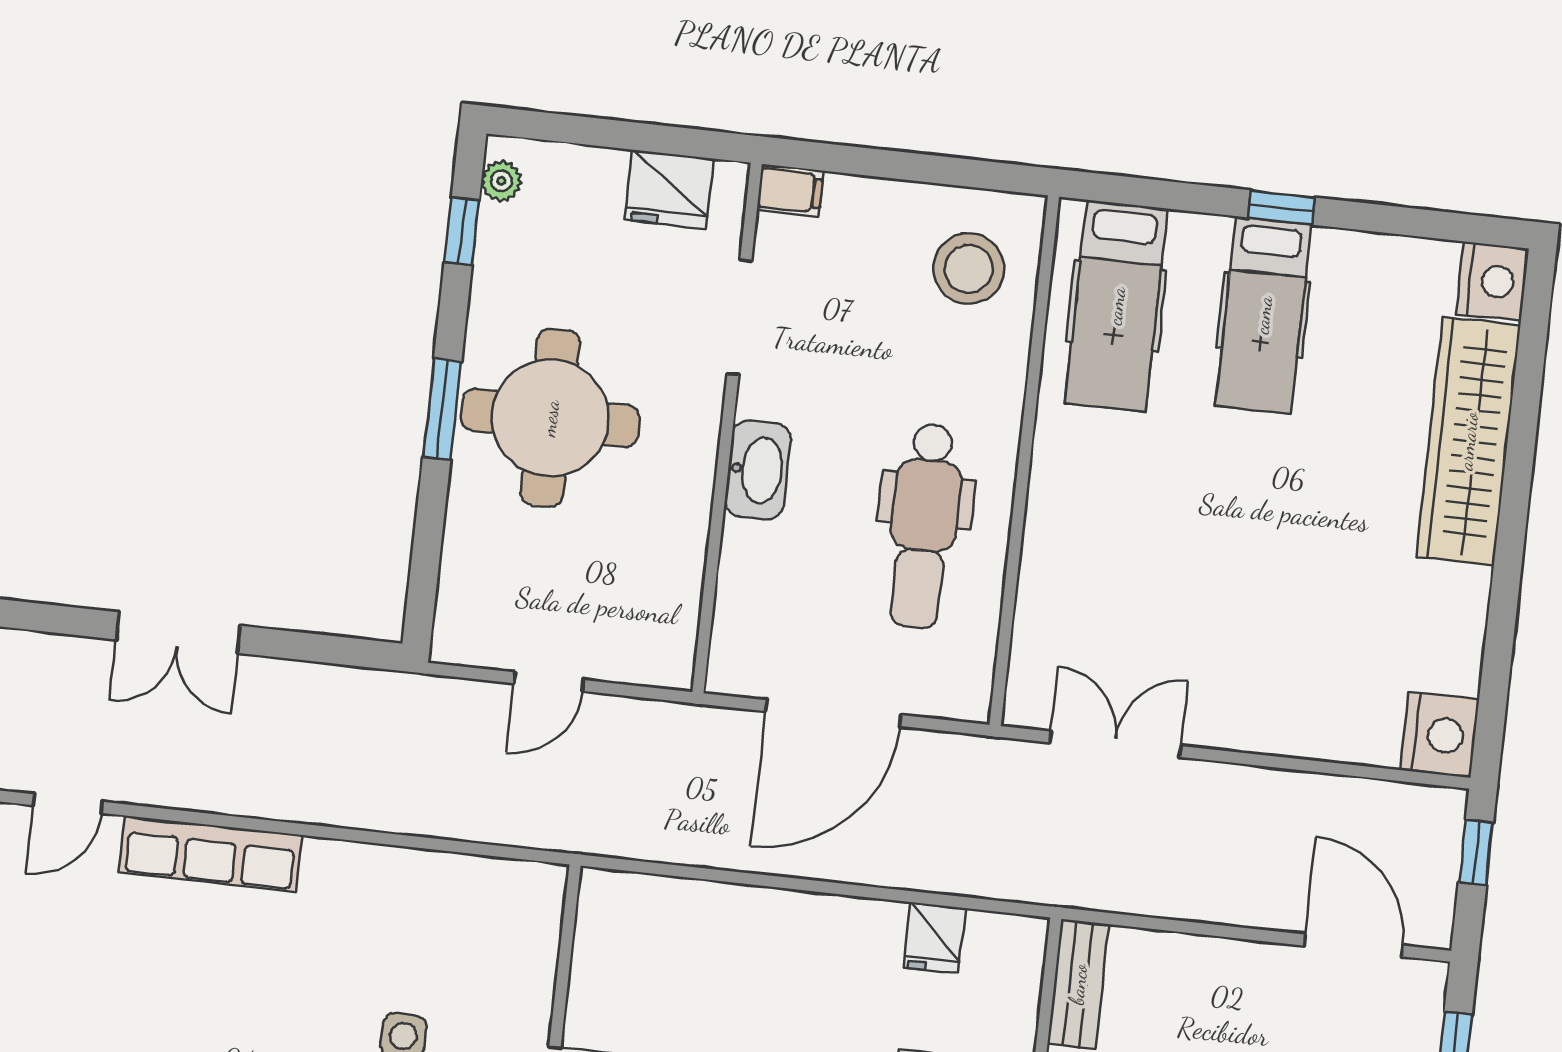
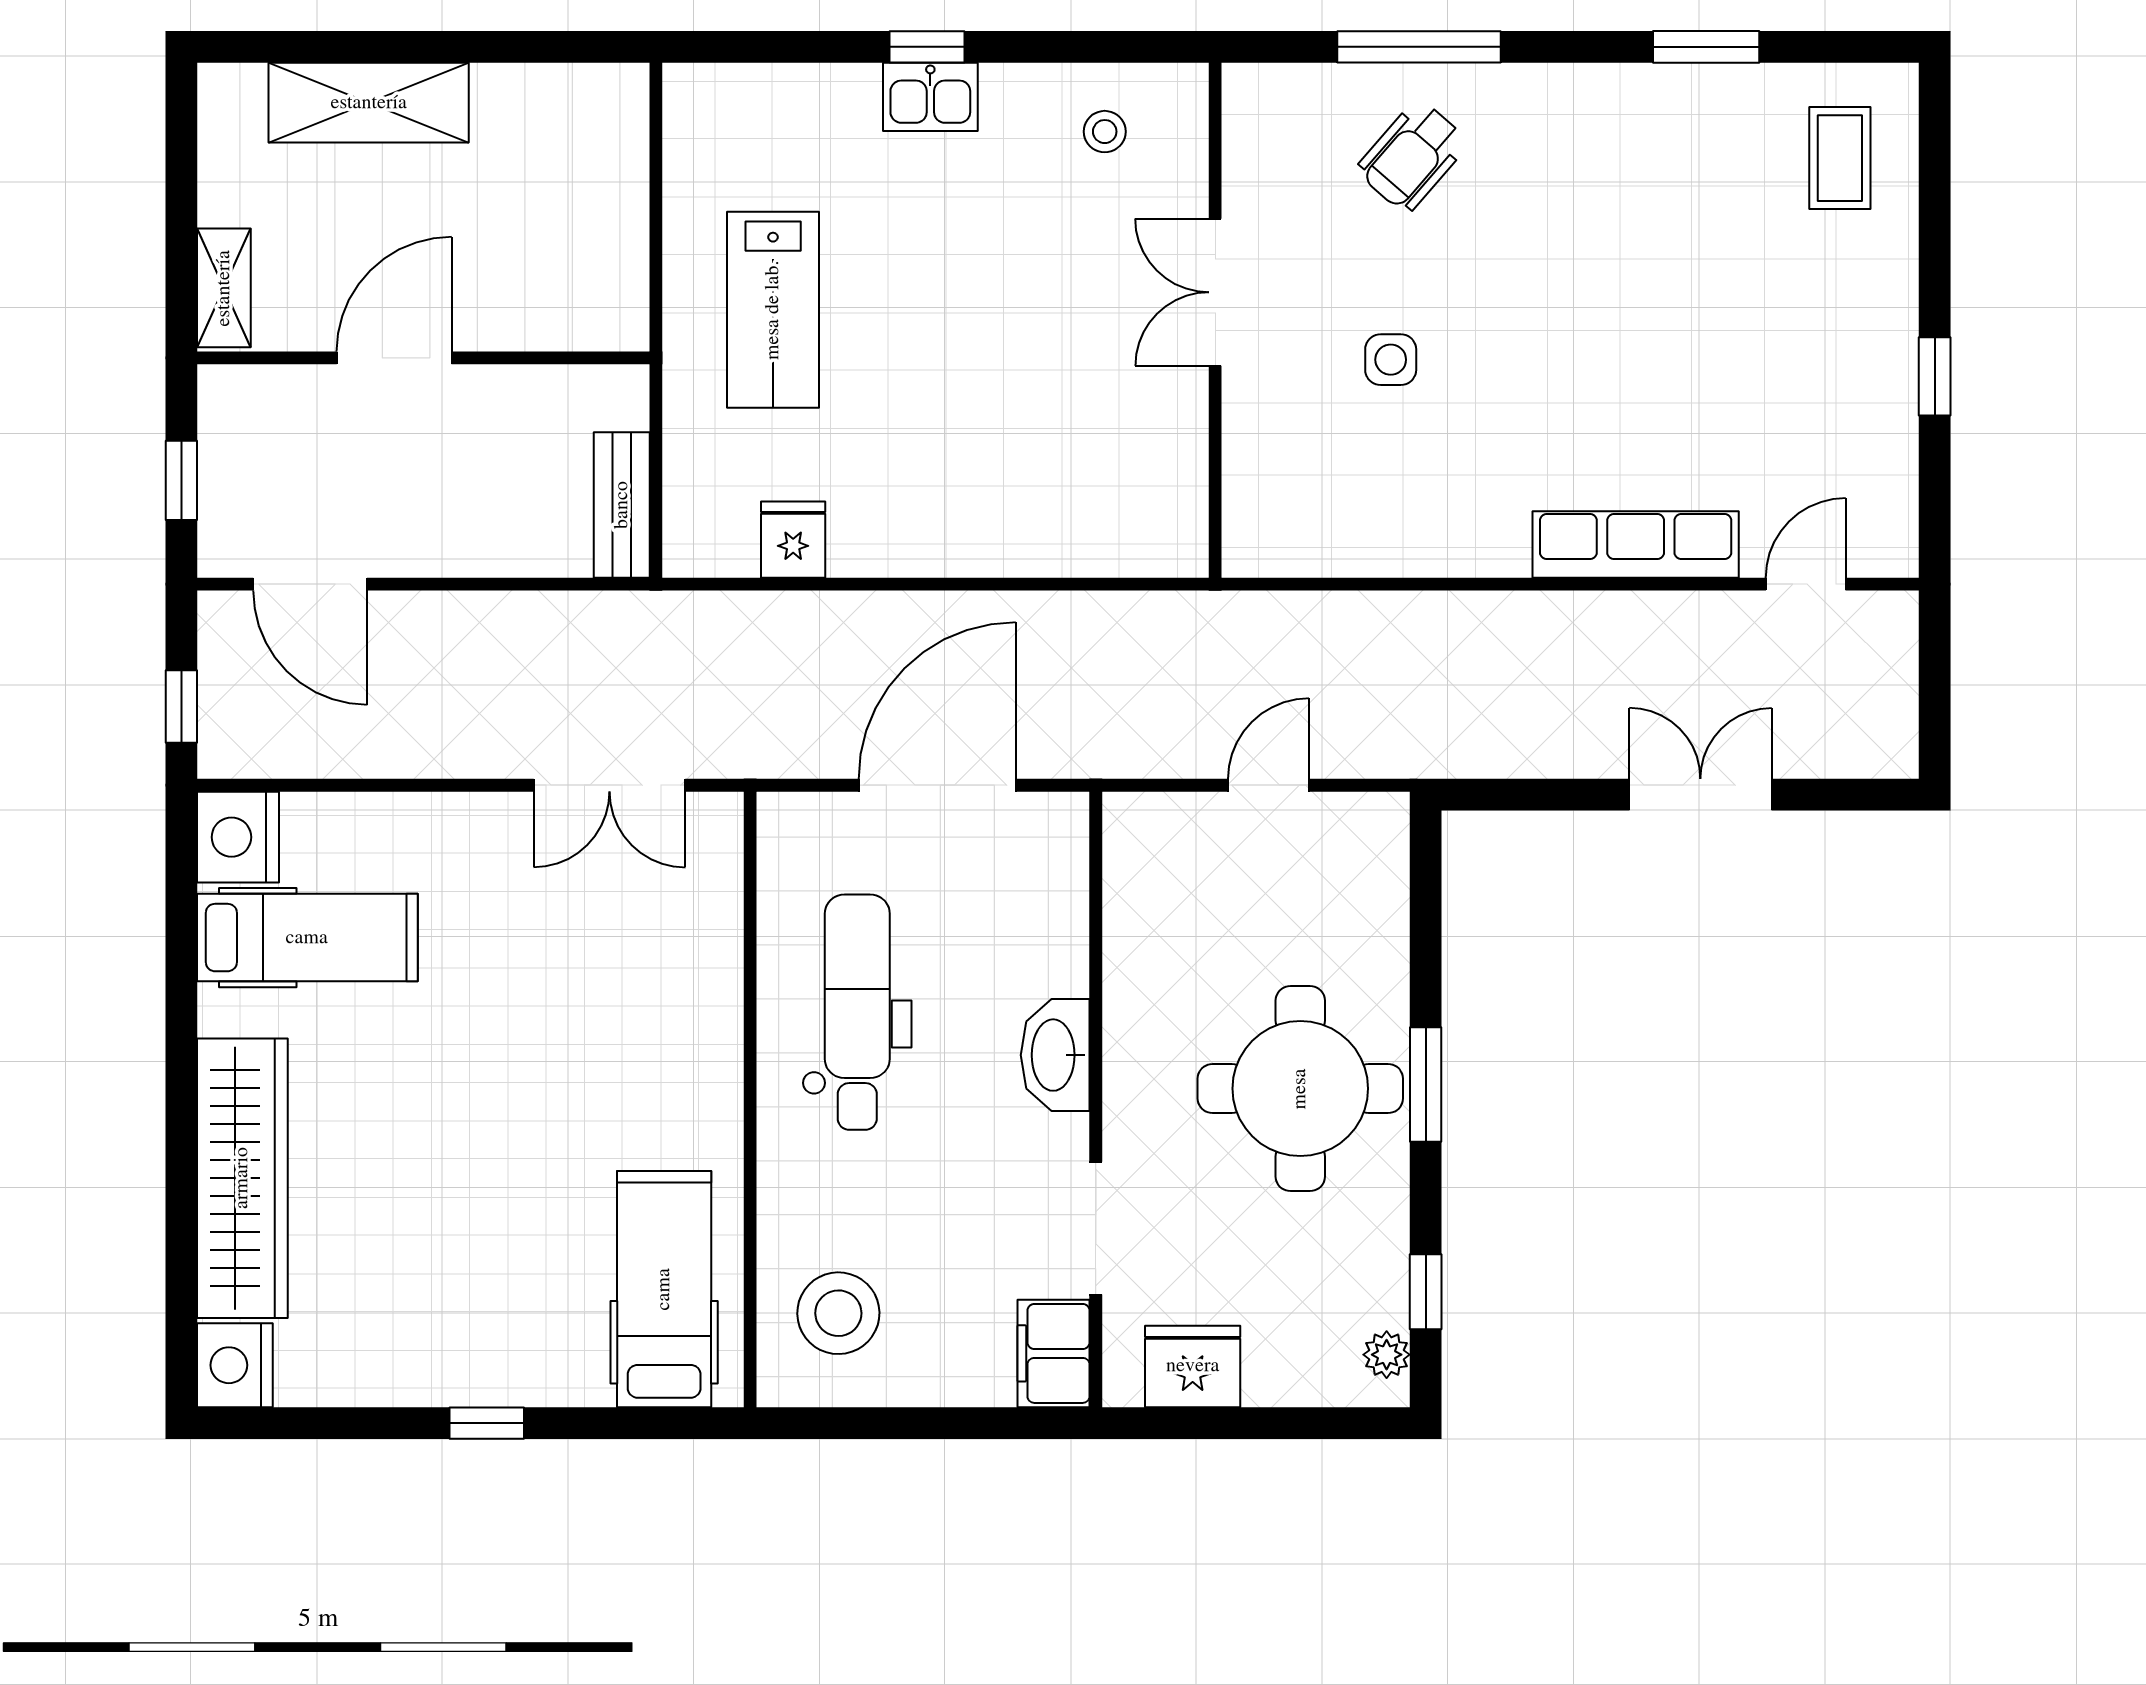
filing cabinet: (790, 190) -> (1054, 1353), width x2.00
hospital bed: (1263, 315) -> (307, 938), moved, turned 90

